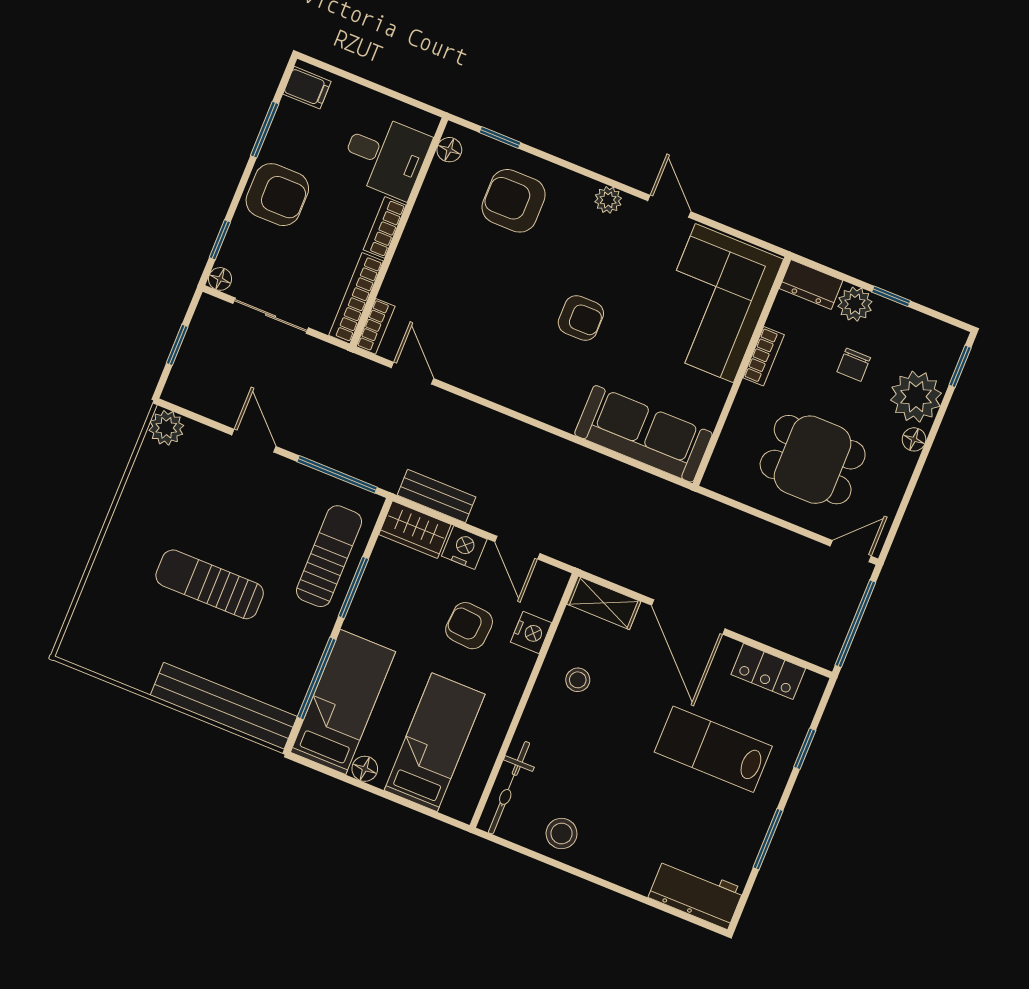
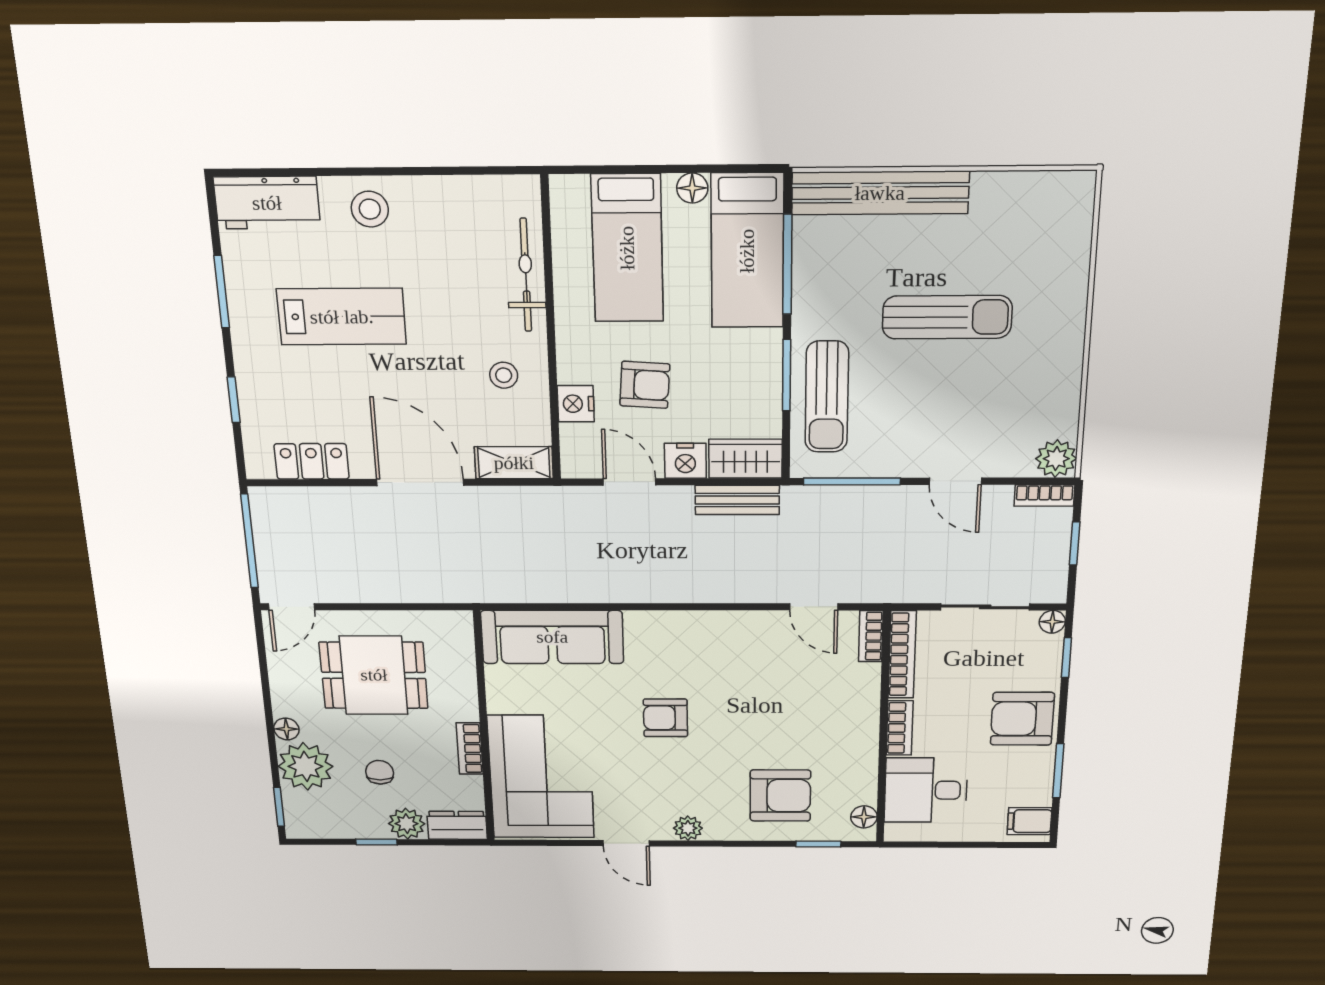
bookcase: (187, 399) -> (1044, 495), added
lab bench: (713, 749) -> (342, 317), moved
bicycle: (509, 788) -> (526, 275), moved
stool: (562, 834) -> (370, 209), moved

